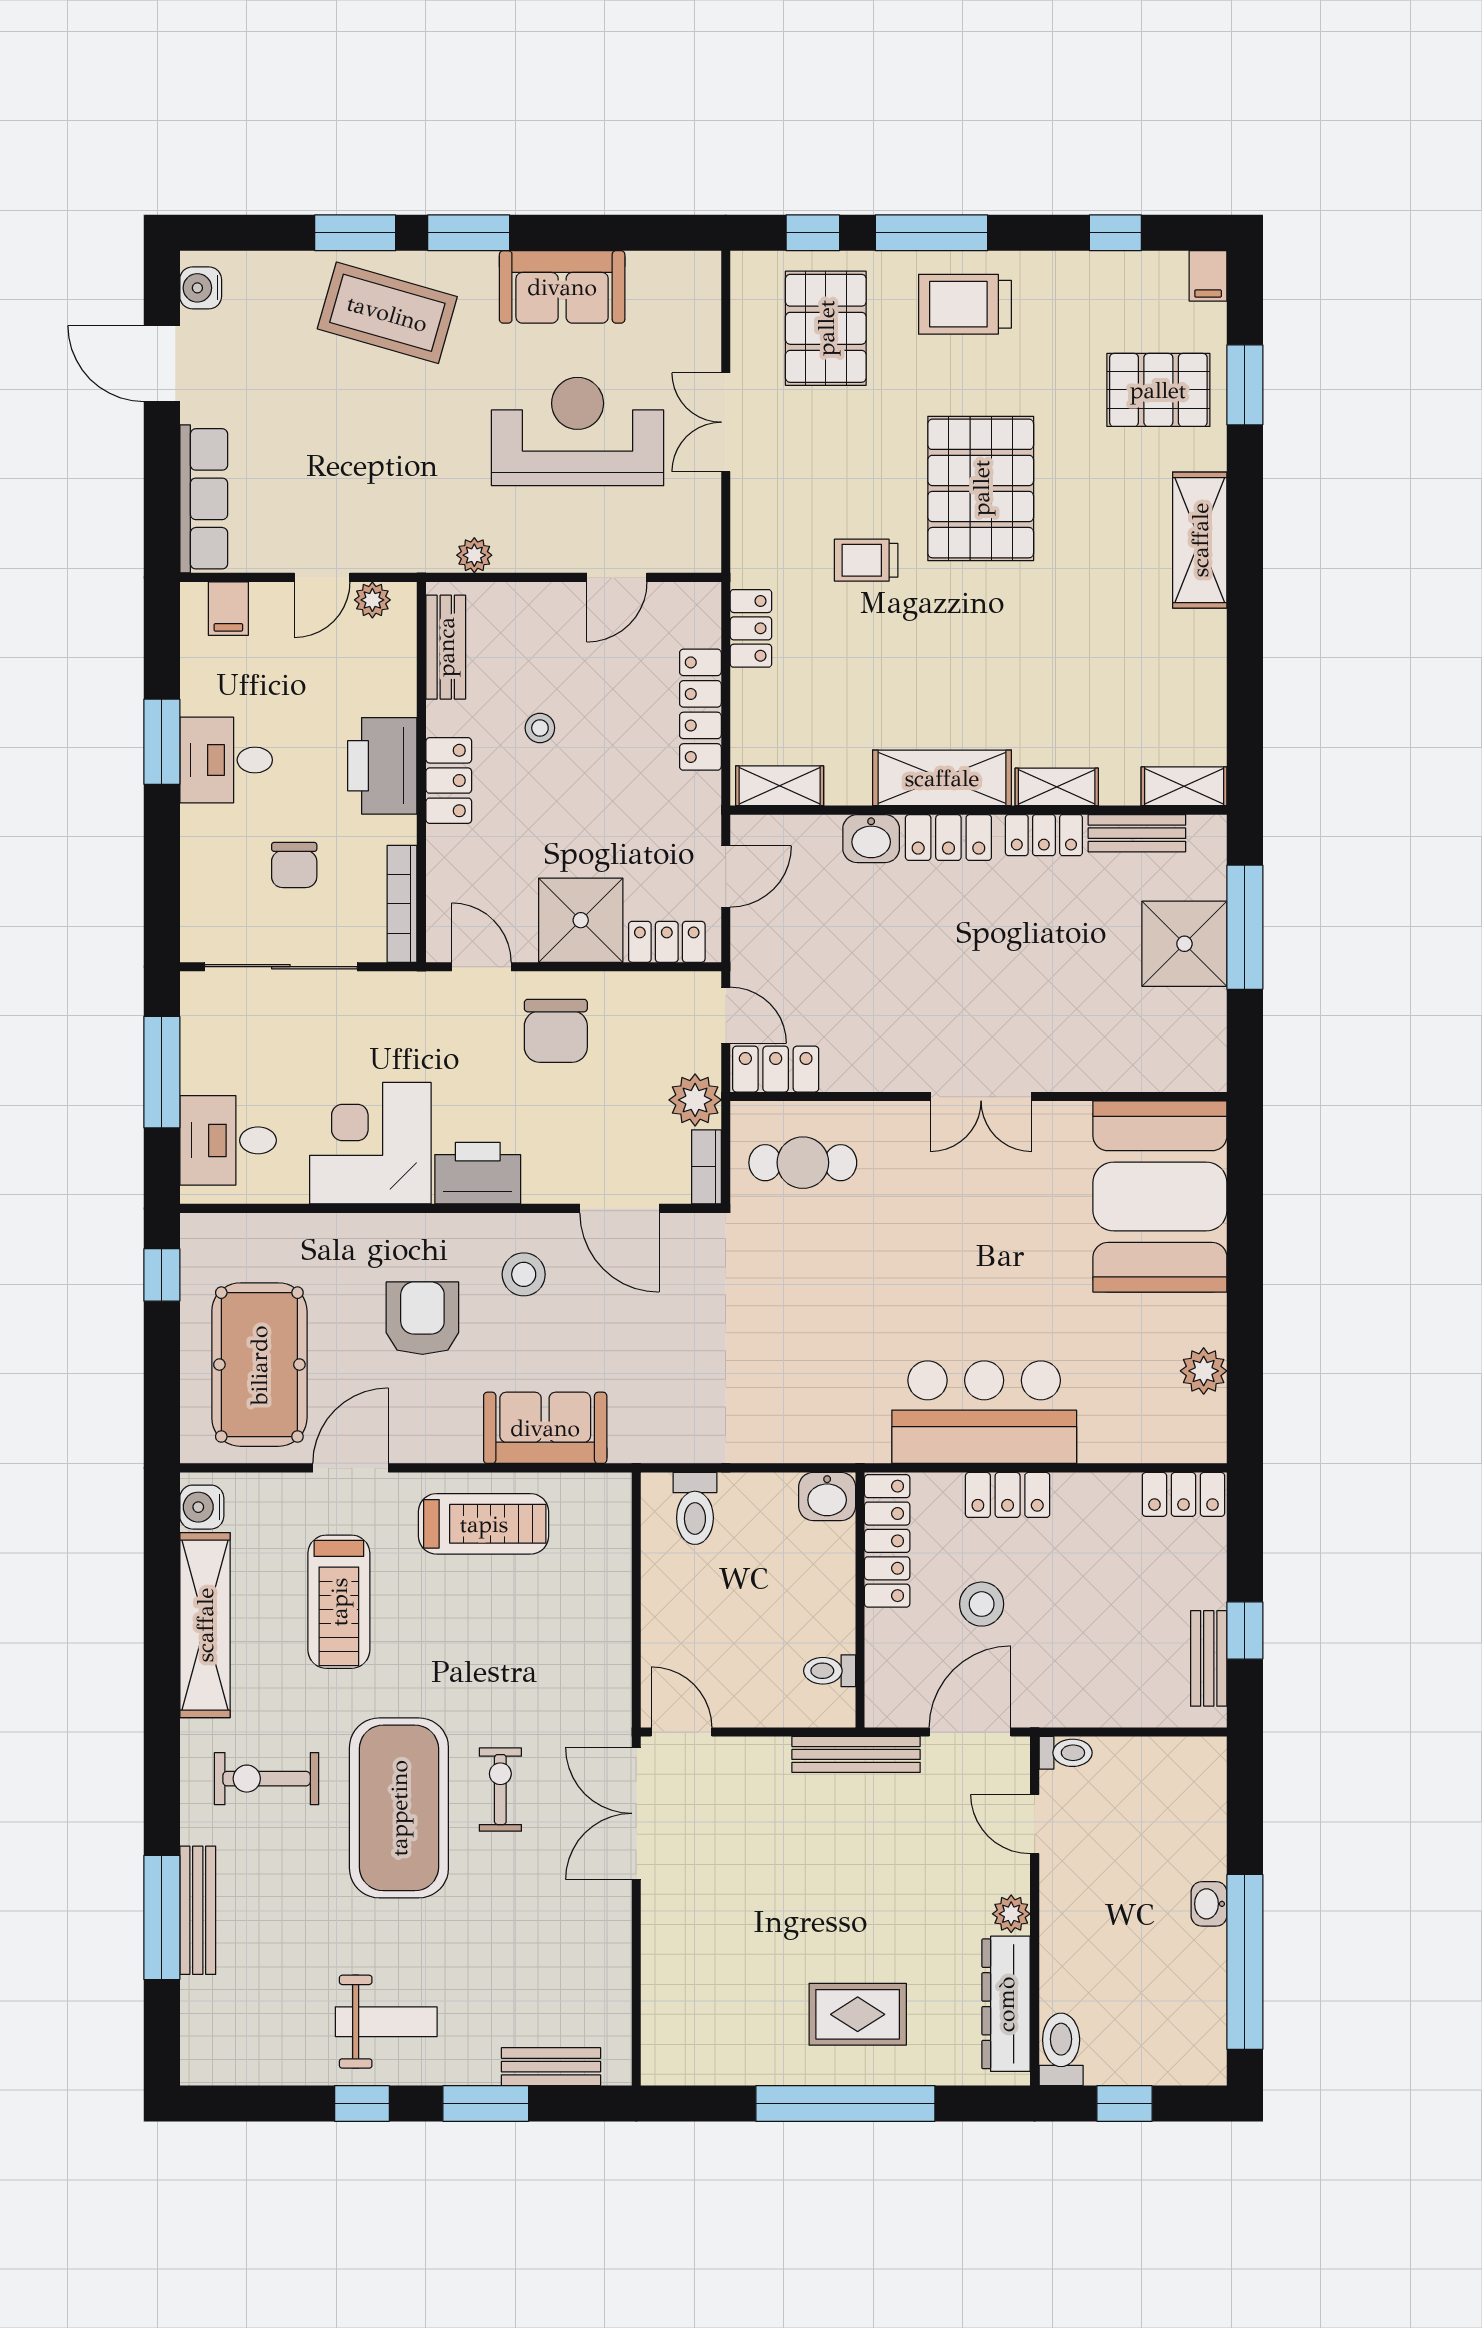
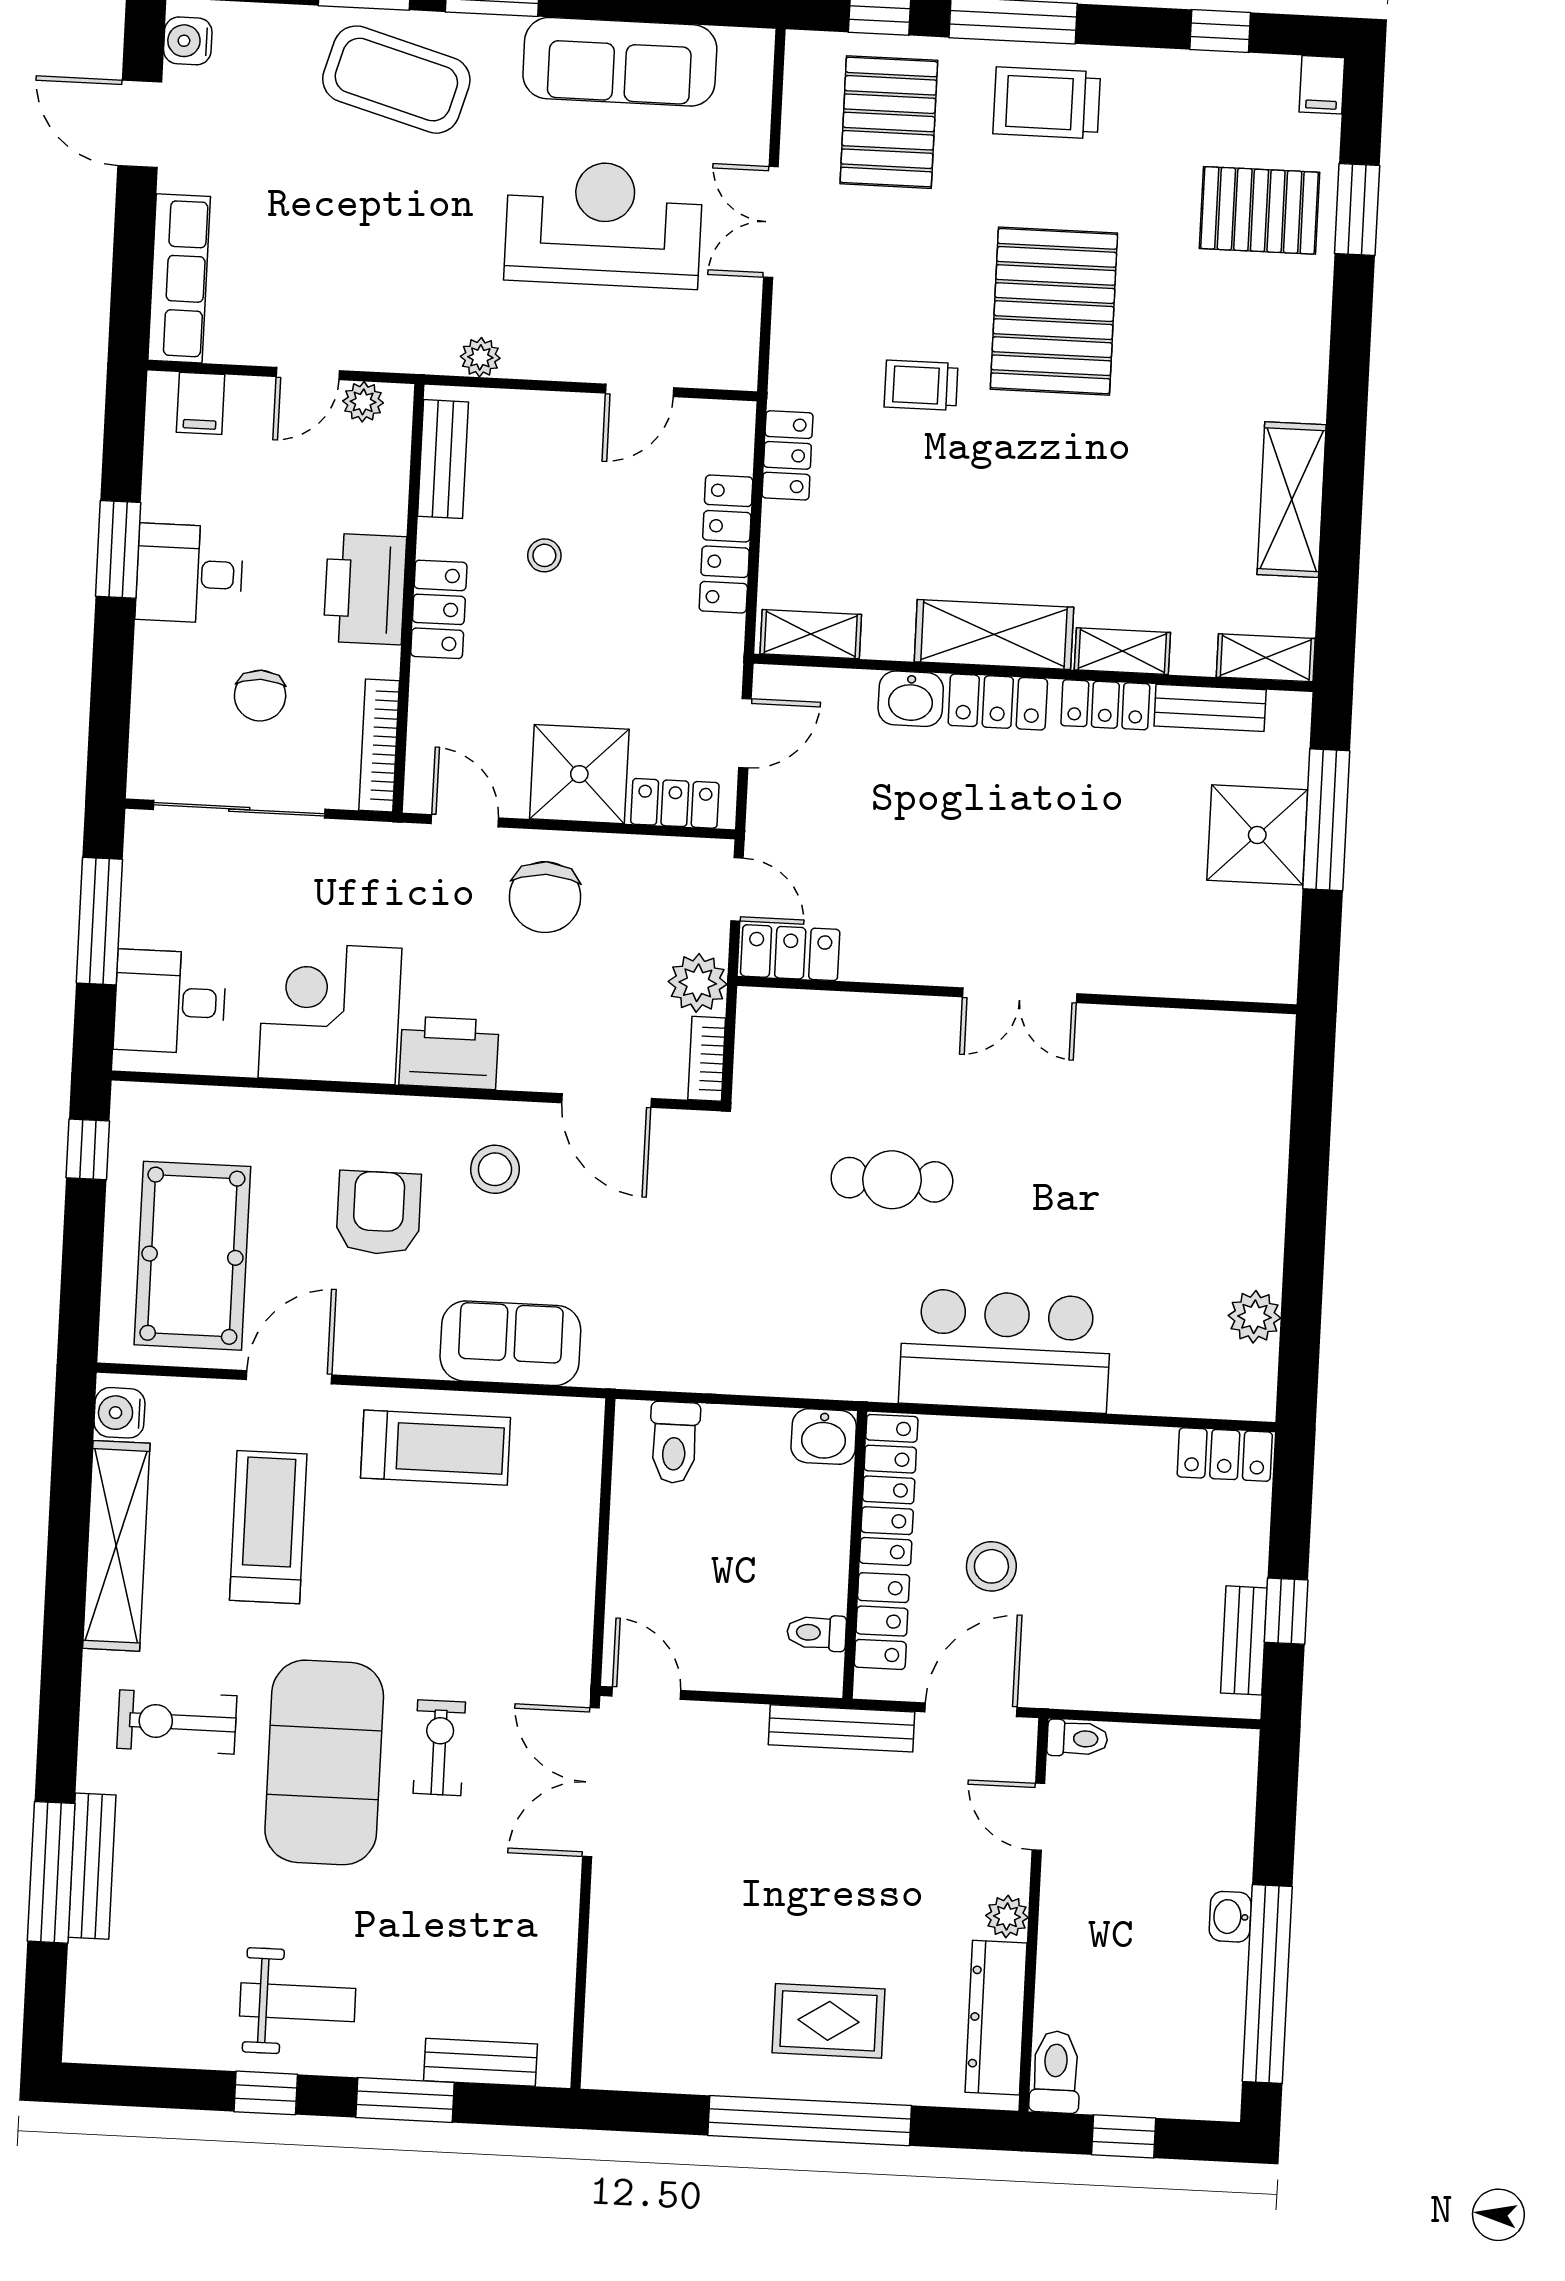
sofa: (562, 287) -> (620, 62), width x1.36
shelving: (1200, 540) -> (1292, 500), moved
cafe table: (803, 1163) -> (892, 1180), moved
booth: (1160, 1197) -> (1215, 1118), removed
locker: (1008, 1495) -> (882, 1621), moved, turned -90
treadmill: (339, 1602) -> (268, 1527), turned 180

